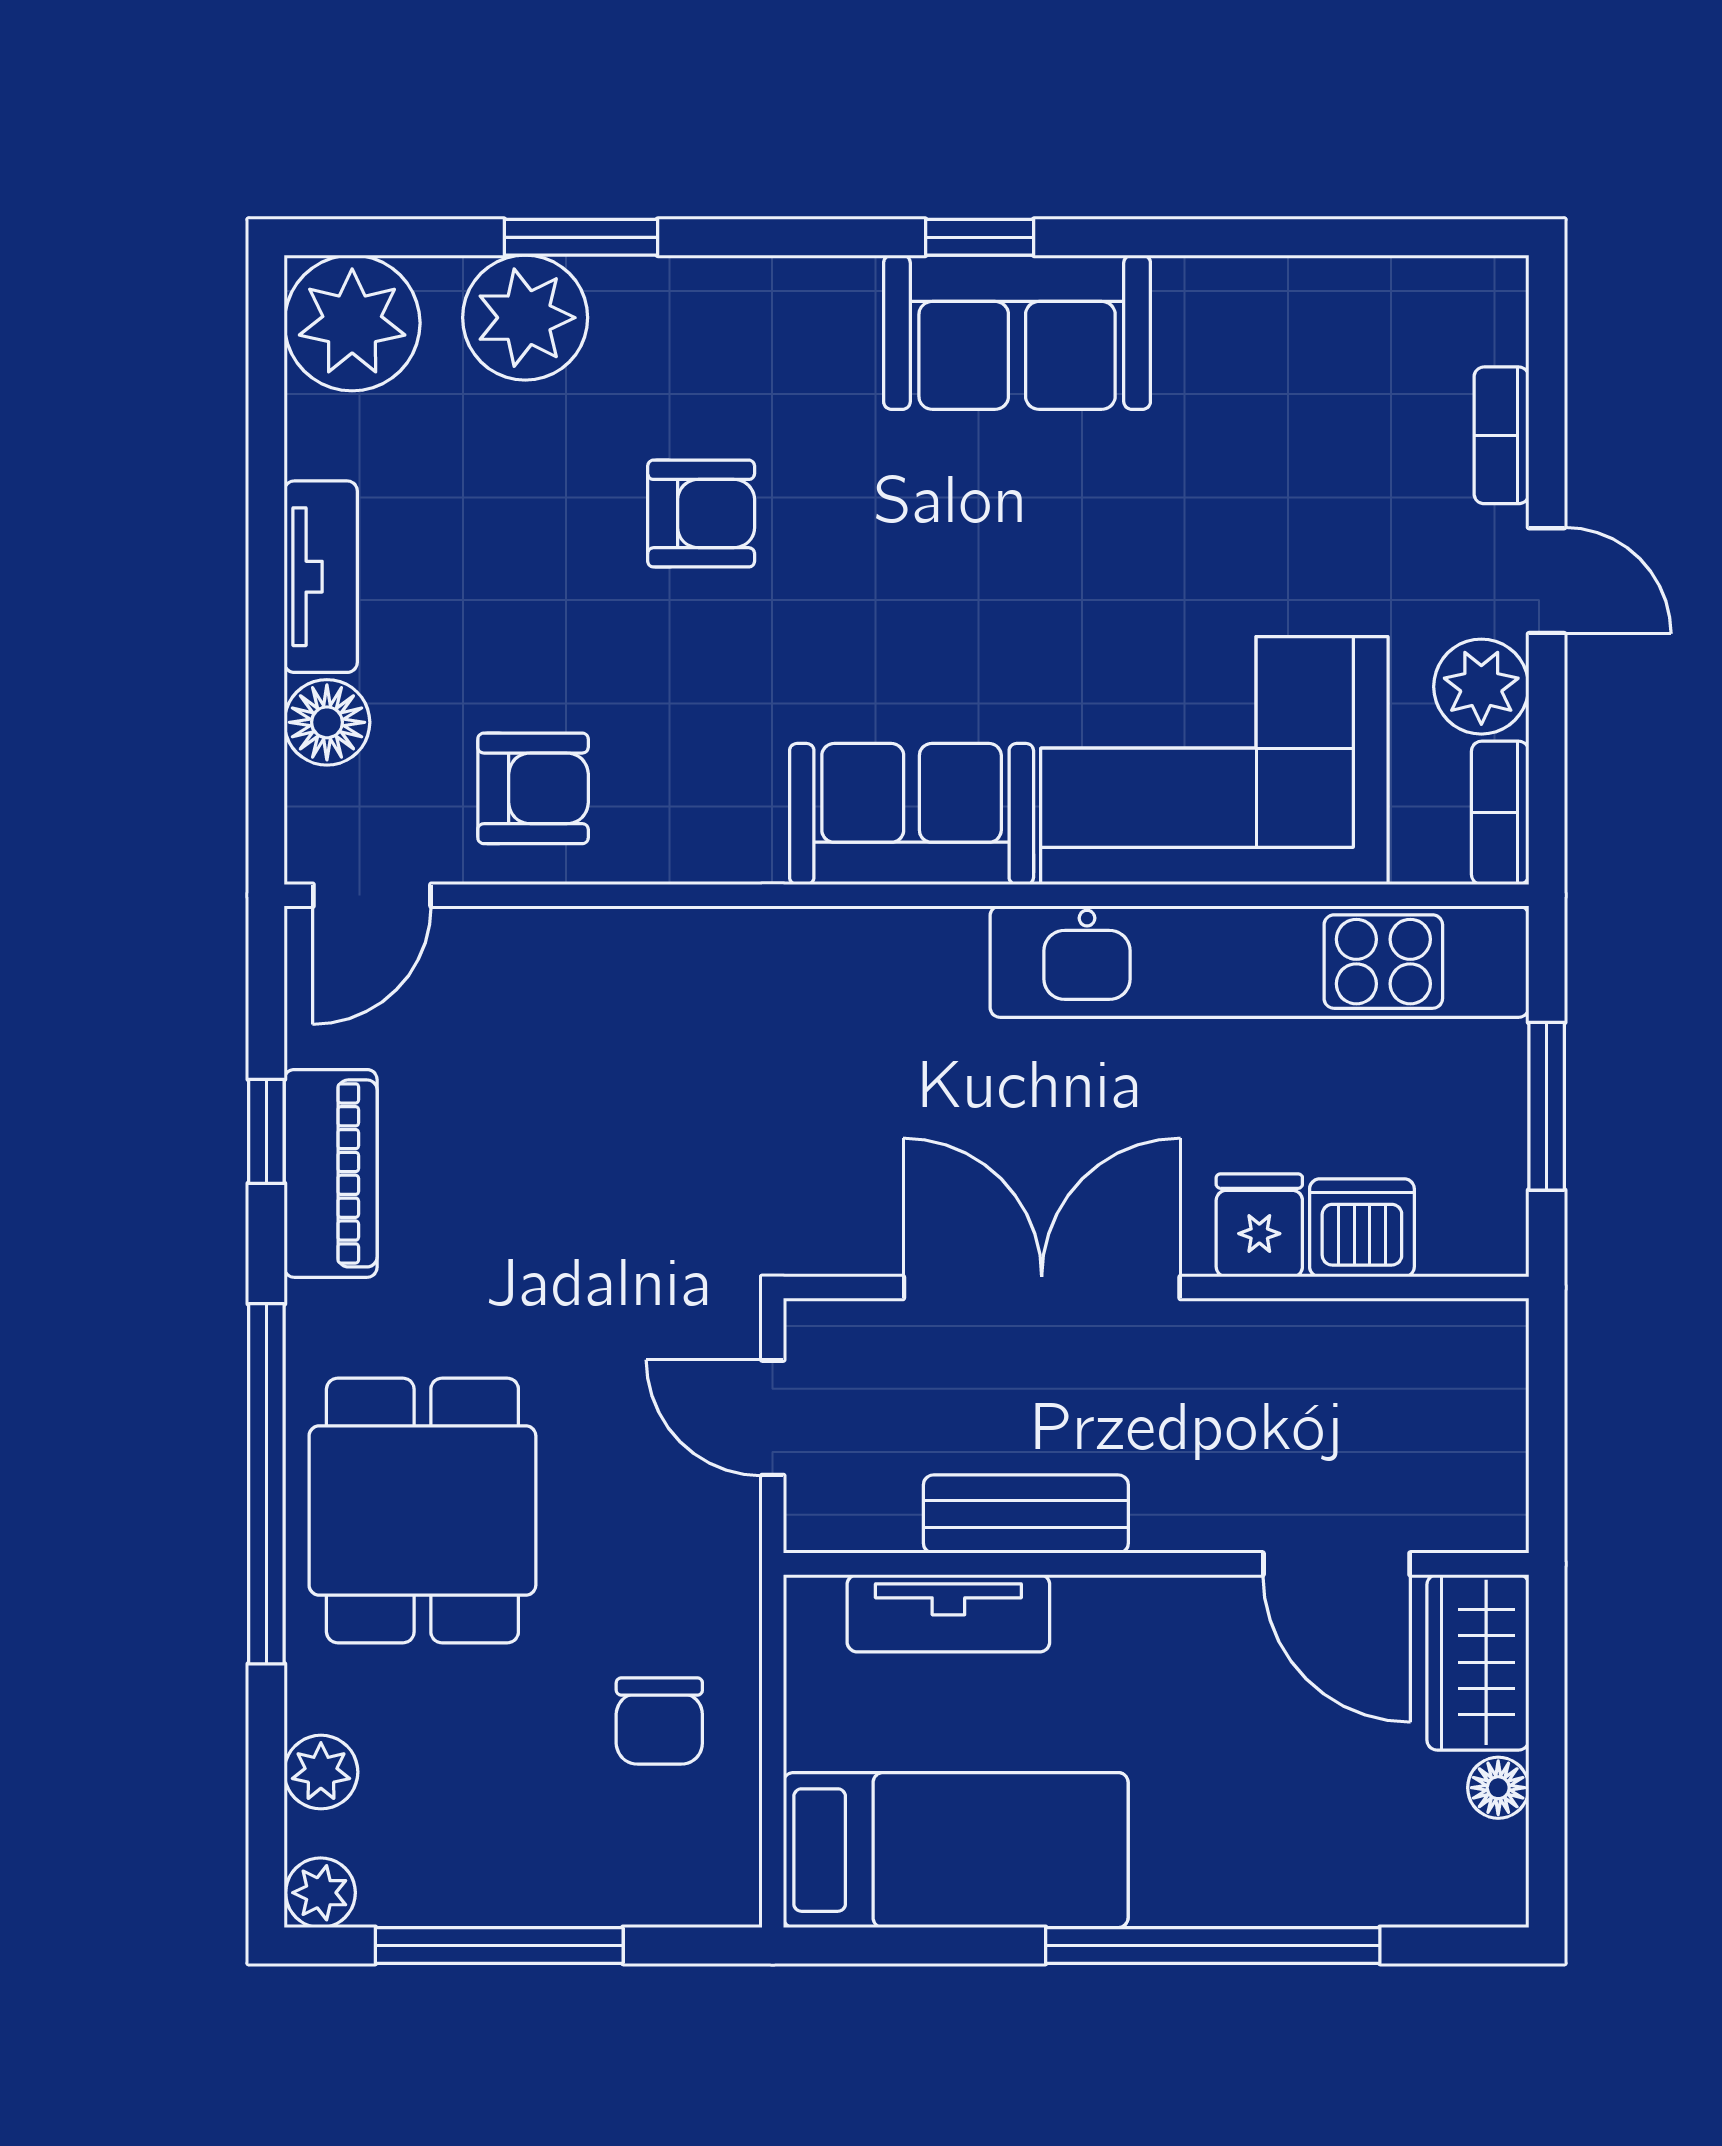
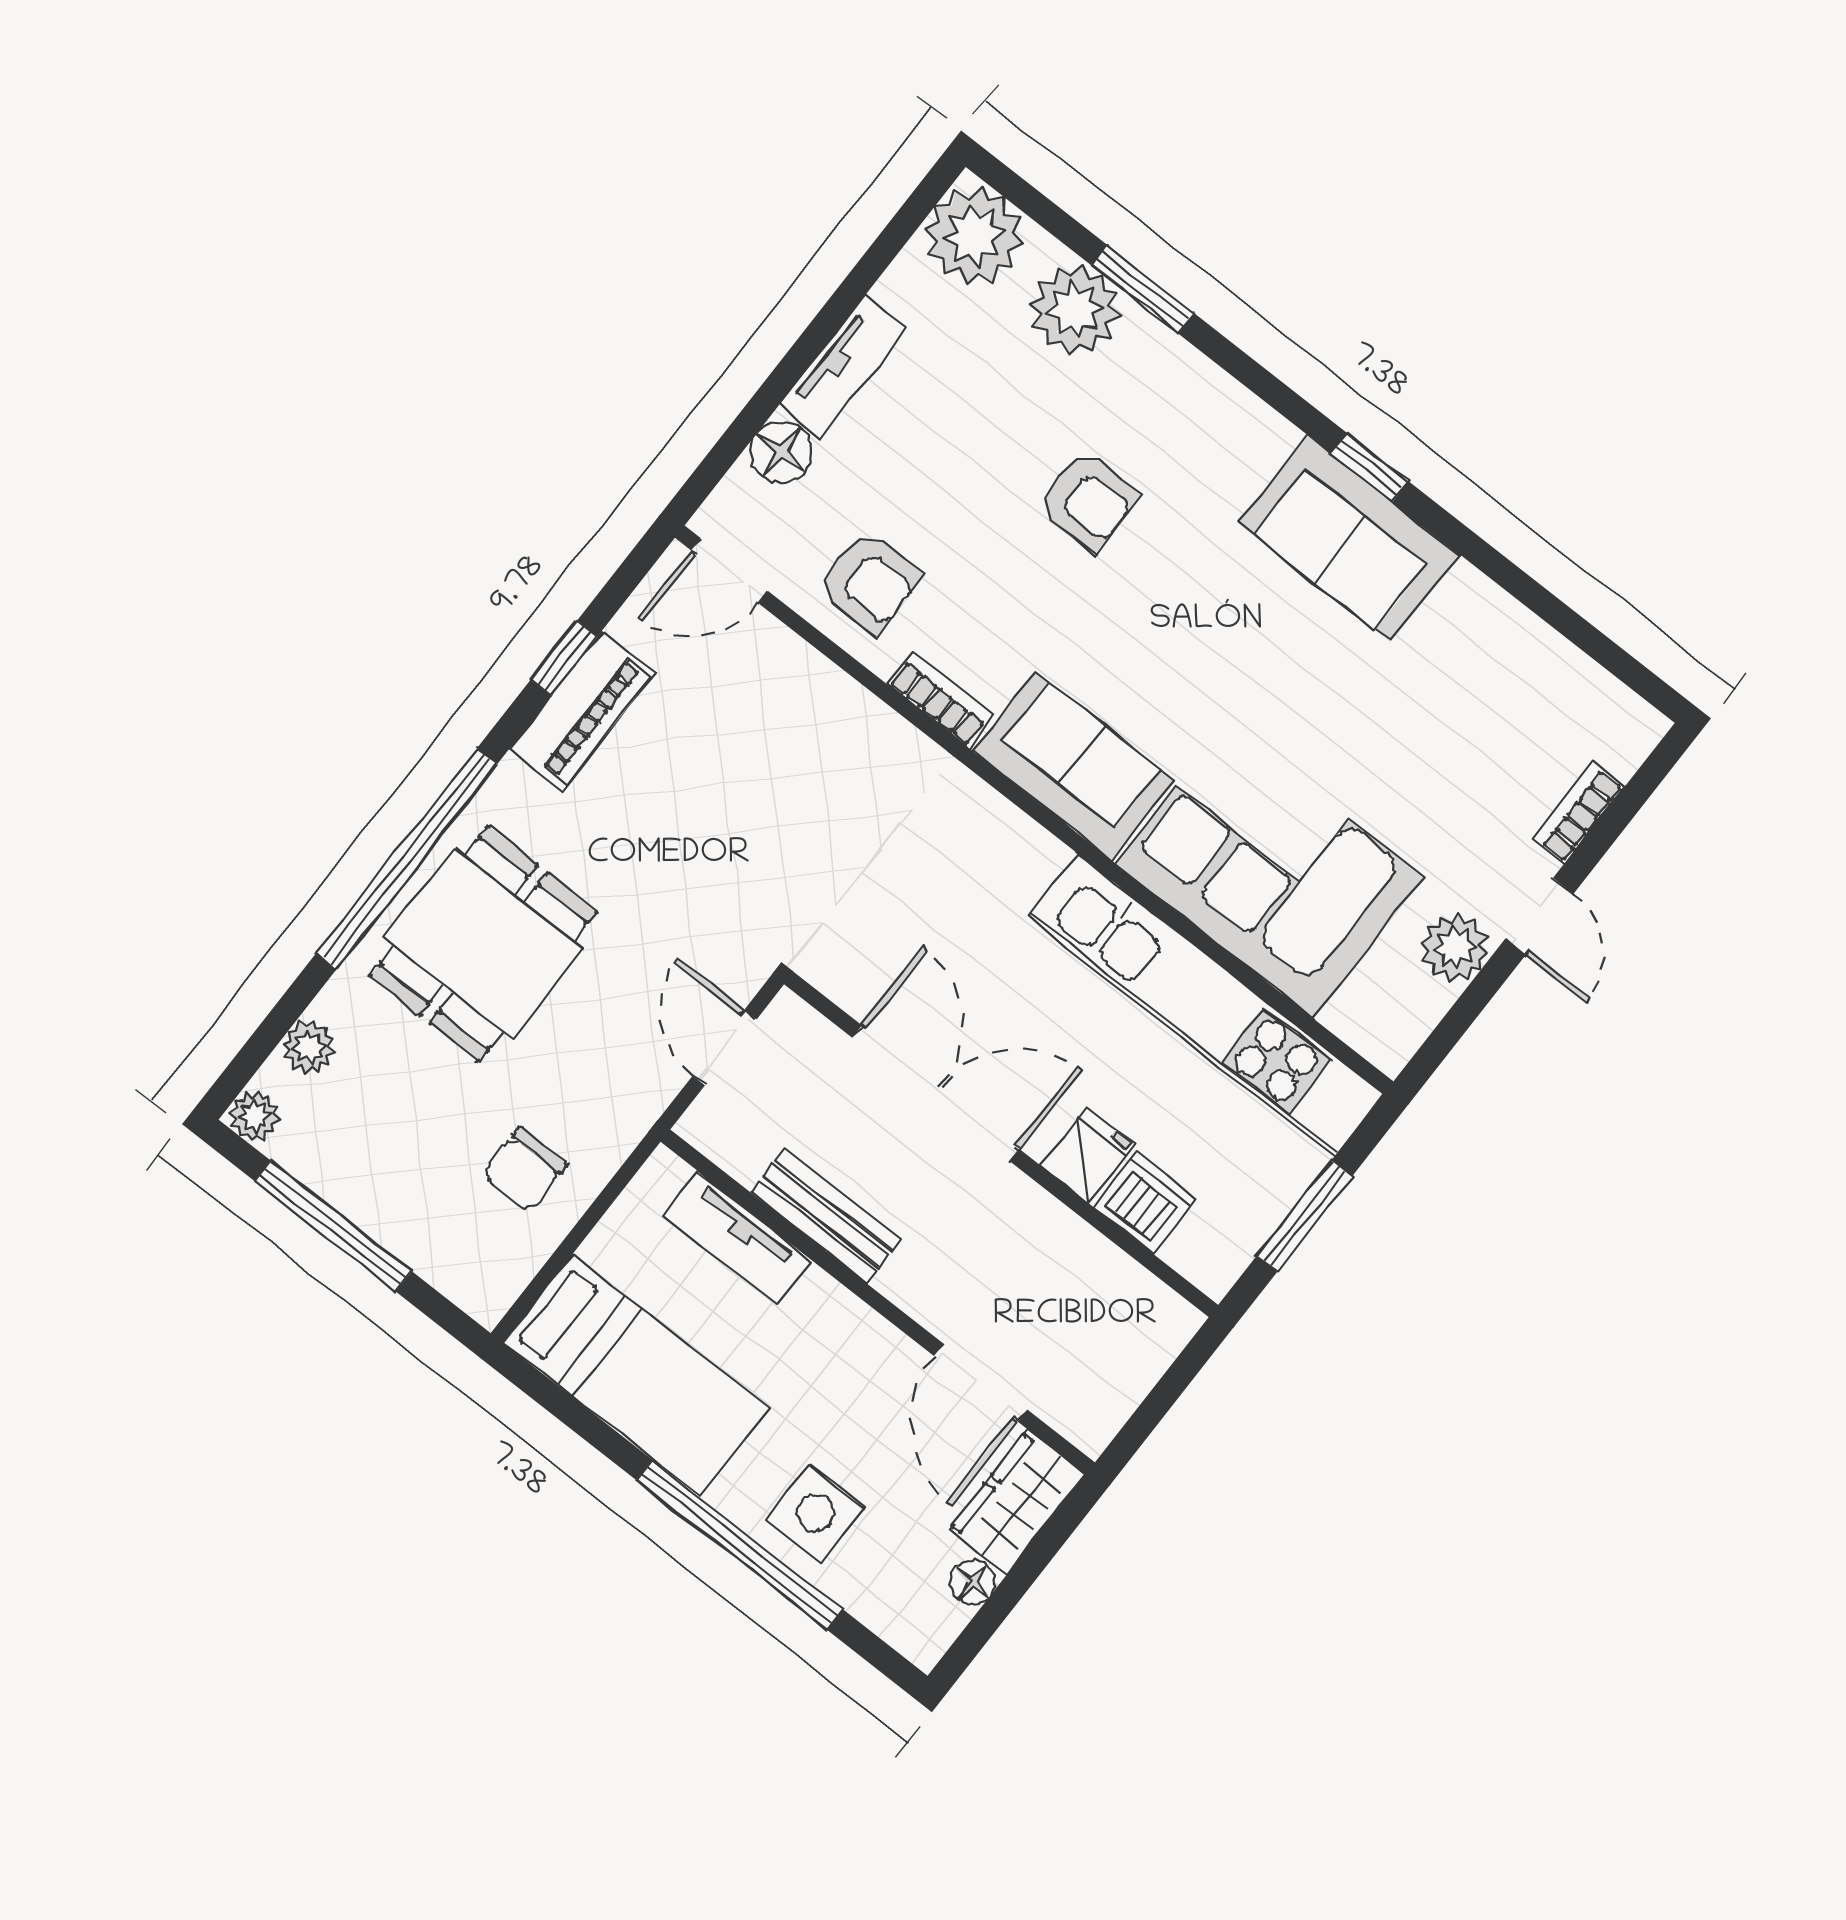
bookcase: (1500, 813) -> (940, 700), moved, turned 90
side table: (1268, 1846) -> (815, 1513), added

